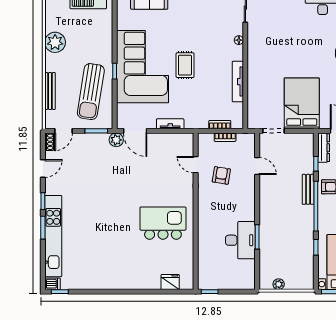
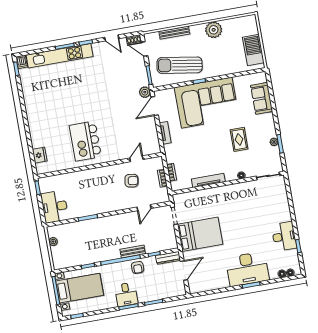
rug: (185, 65) -> (239, 139), moved, turned 90
kitchen island: (163, 223) -> (85, 141), turned 180
desk: (240, 240) -> (55, 207), moved, turned 90

